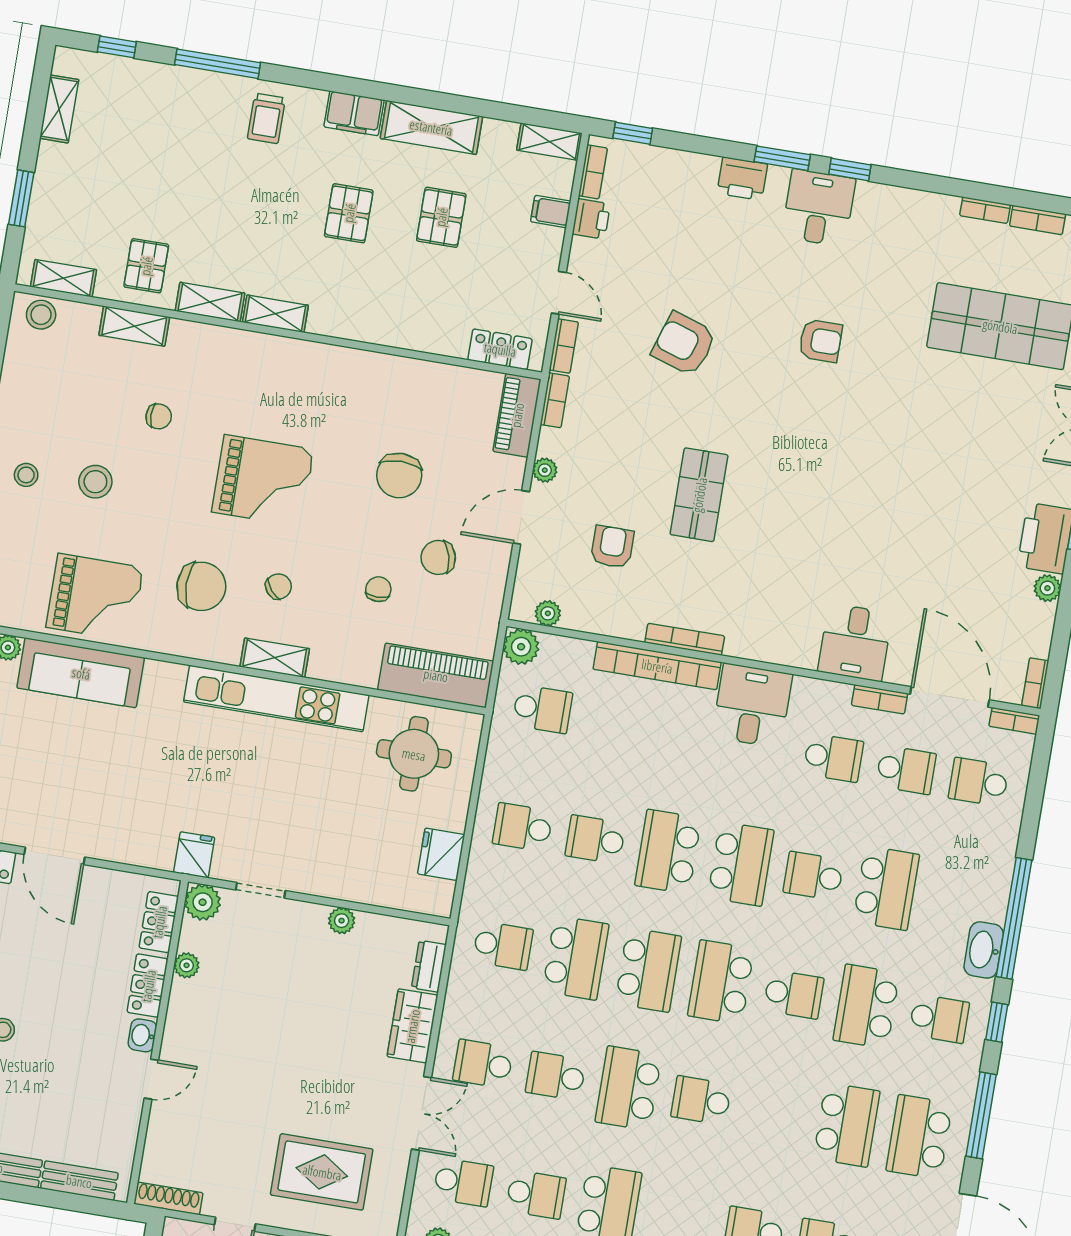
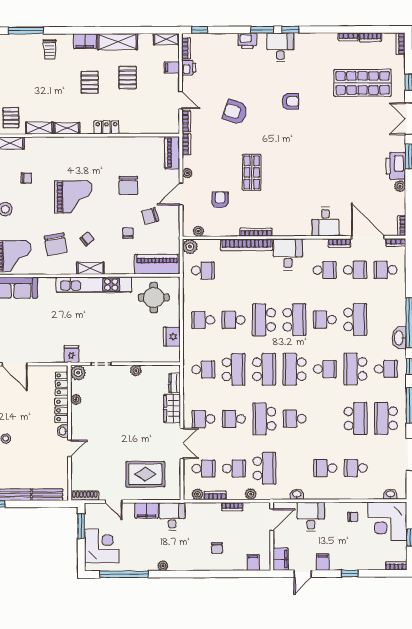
locker: (500, 349) -> (106, 127), moved
chair: (201, 586) -> (56, 244), turned 80

